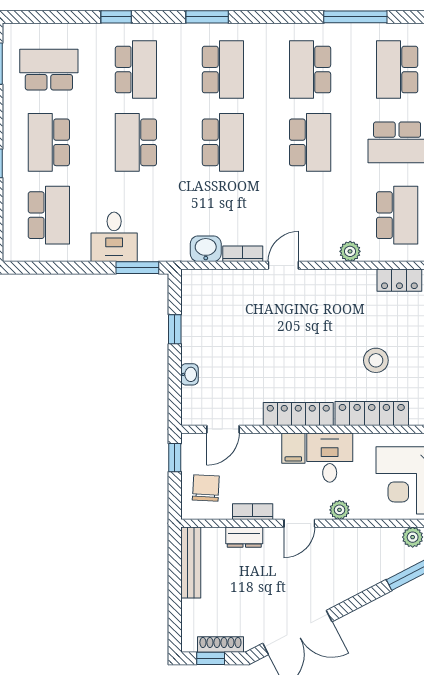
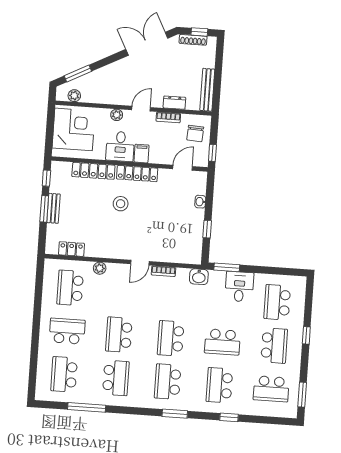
school desk: (397, 70) -> (64, 374), turned 180
school desk: (136, 142) -> (222, 342), turned 90
washbasin: (206, 249) -> (199, 277), moved
stool: (376, 360) -> (121, 204), moved

